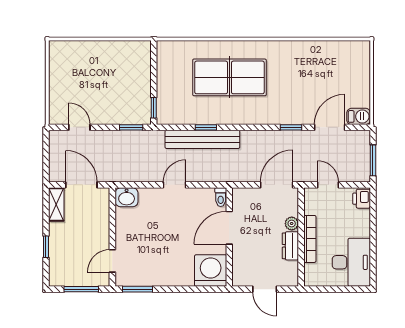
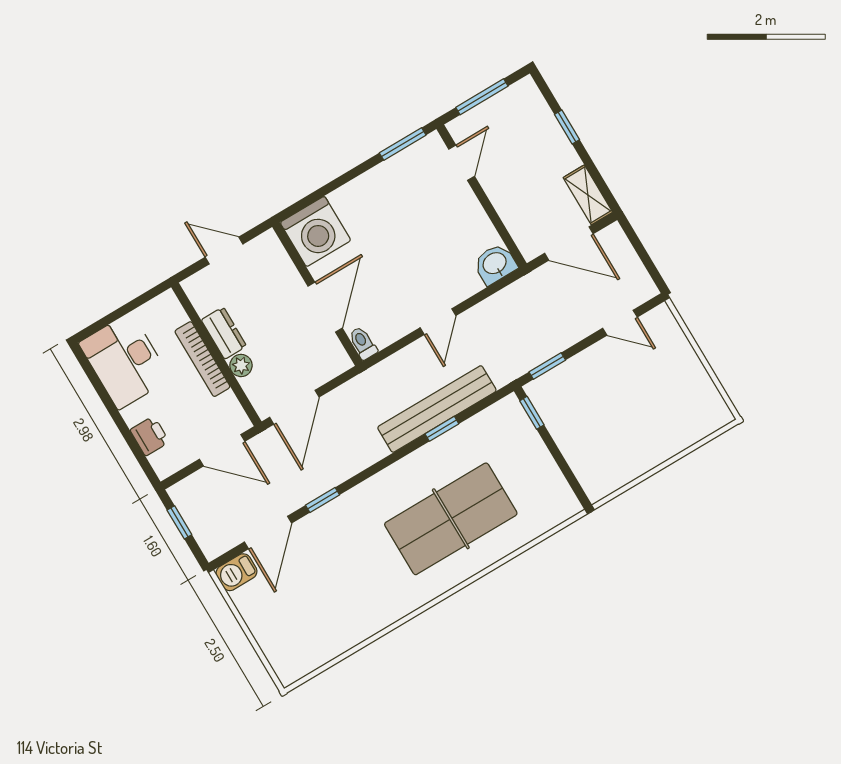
window: (373, 160) -> (179, 522), width x0.67
door: (328, 185) -> (222, 450), width x1.38
printer: (362, 199) -> (150, 436), moved

